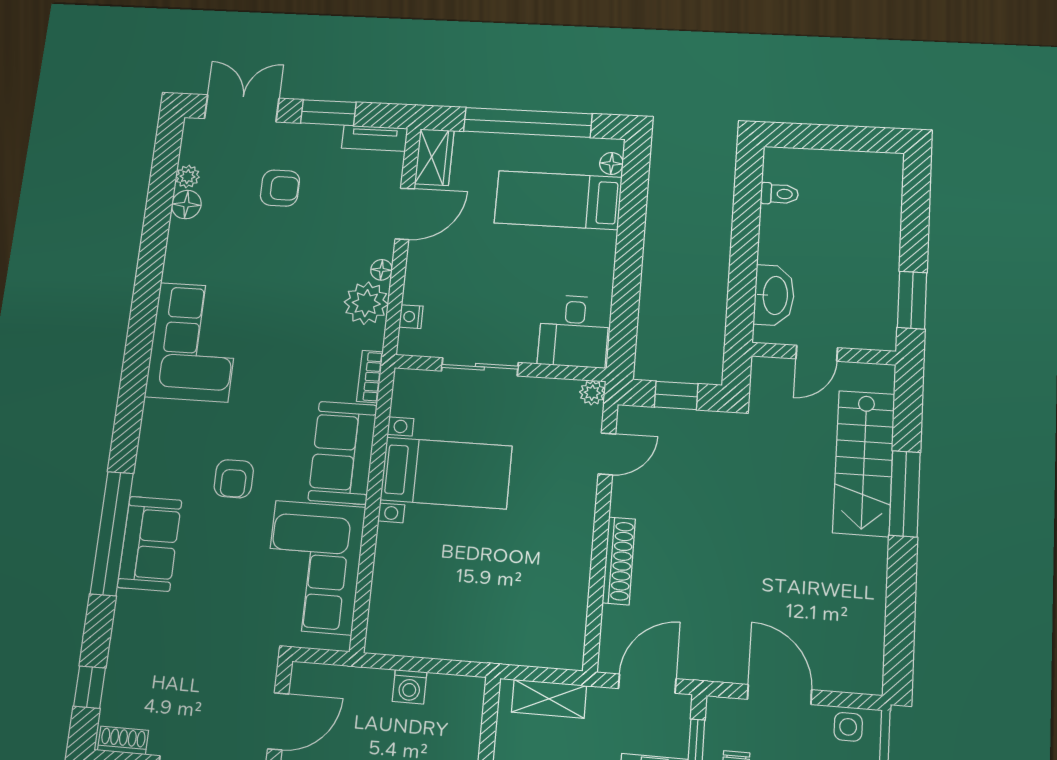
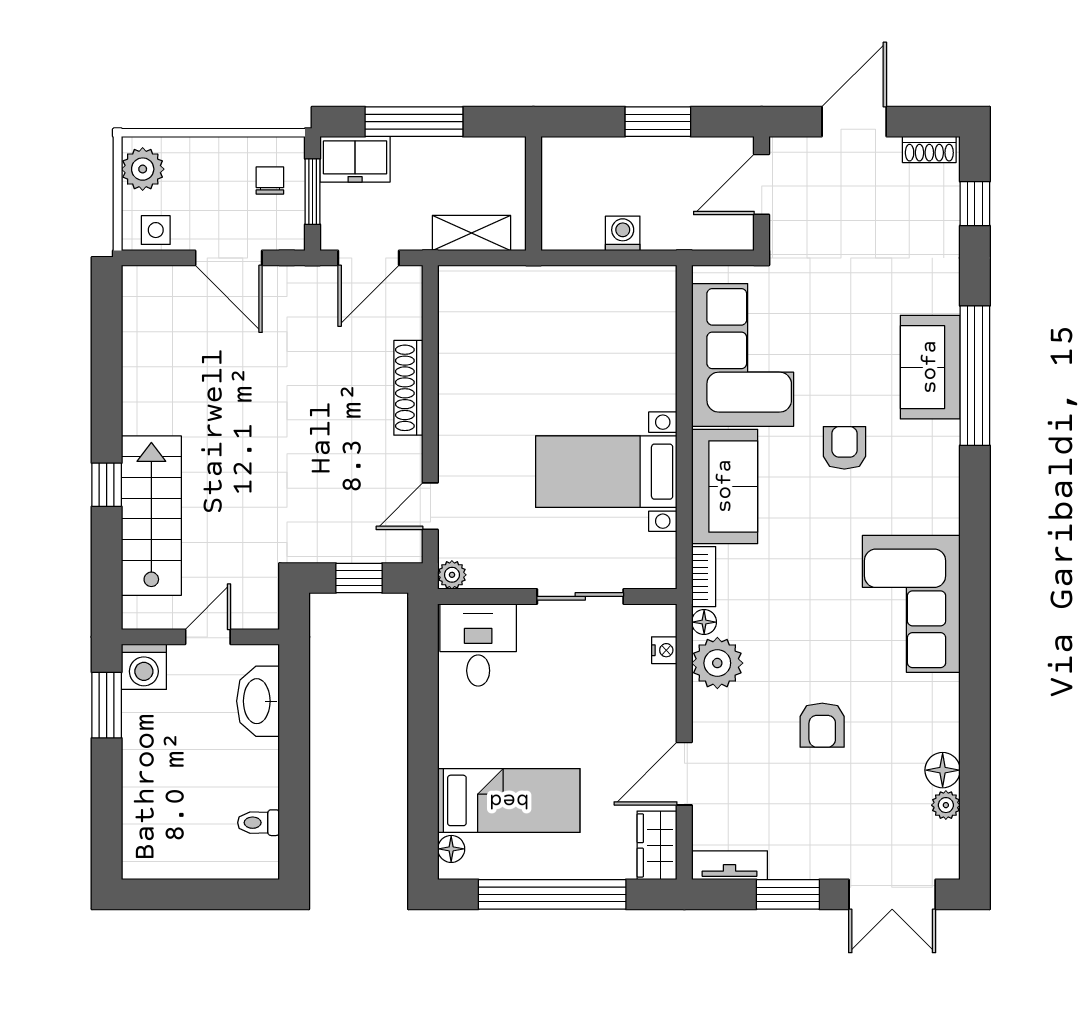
armchair: (280, 188) -> (822, 725), moved, turned -90
floor lamp: (381, 270) -> (704, 622), moved
washing machine: (876, 331) -> (144, 667), added
window: (905, 494) -> (107, 485), width x0.46

